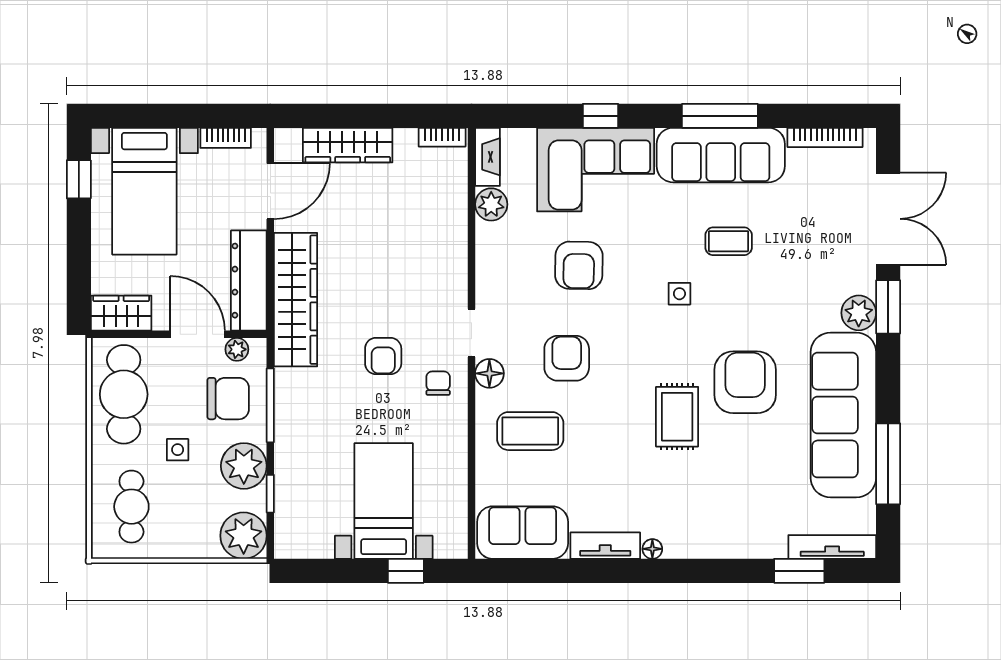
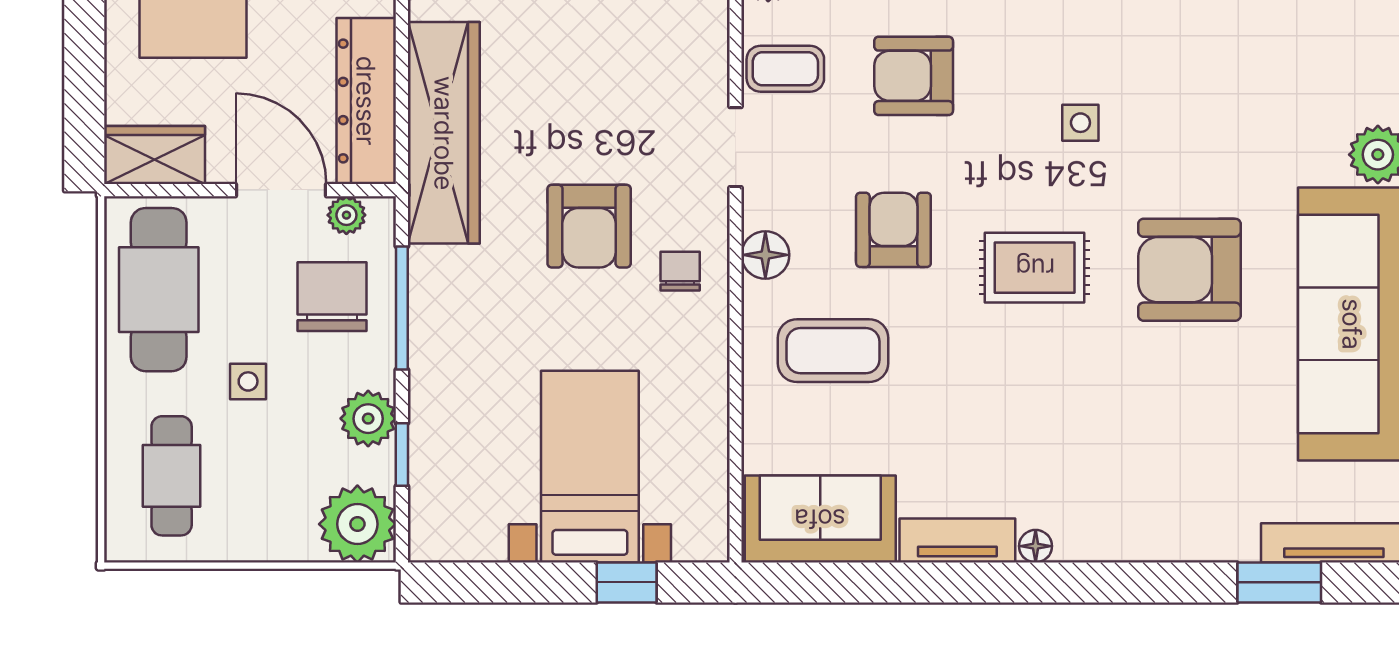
coffee table: (729, 241) -> (785, 69), moved
armchair: (579, 265) -> (914, 76), turned 89
doorway: (471, 333) -> (736, 147), moved
armchair: (383, 356) -> (589, 226), width x1.38, depth x1.38
armchair: (745, 382) -> (1189, 270), turned -90
chair: (228, 399) -> (332, 297), turned -90
rug: (677, 417) -> (1035, 268), moved, turned 90
plant: (244, 466) -> (368, 419), width x0.73, depth x0.73

